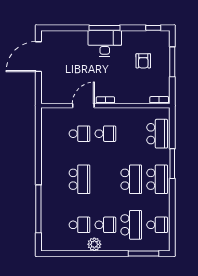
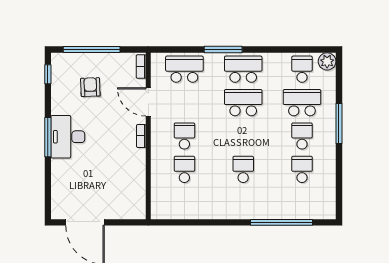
armchair: (143, 61) -> (90, 87), turned -92
window: (172, 62) -> (92, 50), width x1.46
door: (83, 106) -> (148, 102), moved
school desk: (79, 179) -> (243, 169), width x0.54
plant: (94, 244) -> (327, 61), moved
window: (143, 253) -> (339, 123), moved

